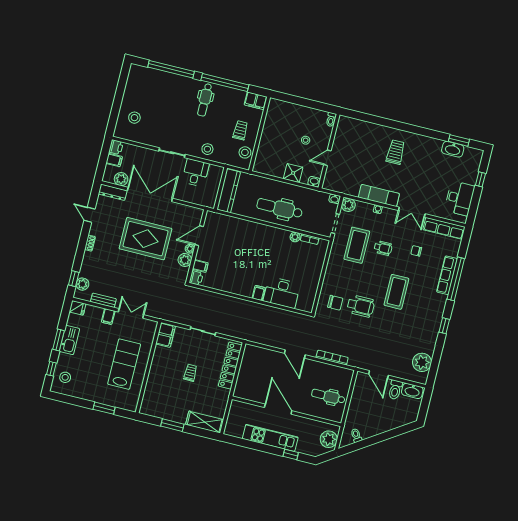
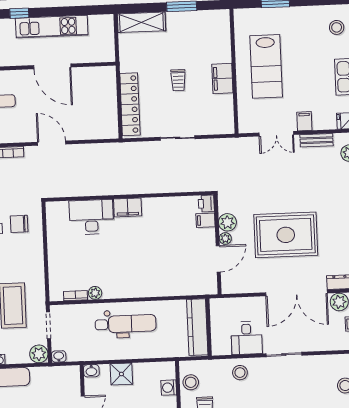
washing machine: (262, 153) -> (169, 388), added
filing cabinet: (259, 293) -> (128, 207), width x2.00
filing cabinet: (166, 335) -> (222, 79), moved

